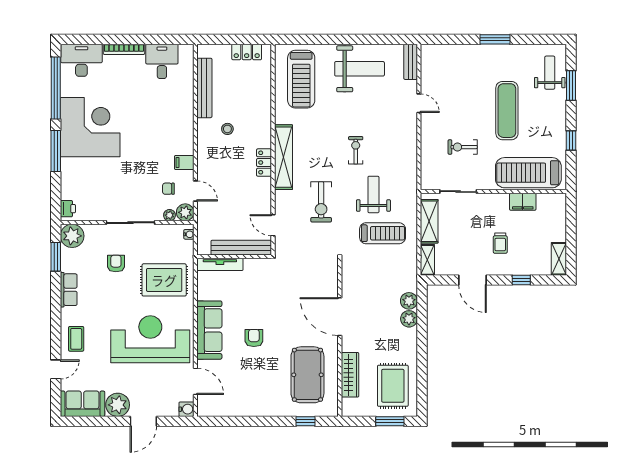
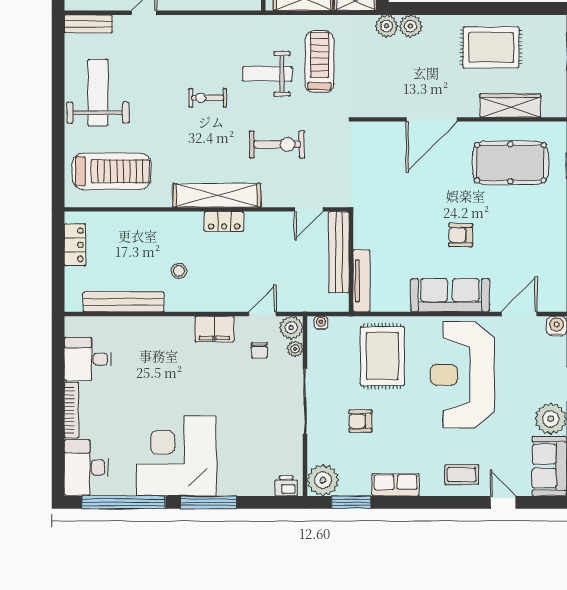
filing cabinet: (184, 163) -> (214, 329), width x2.00
plant: (409, 319) -> (386, 26), moved
rug: (393, 386) -> (491, 47), moved

